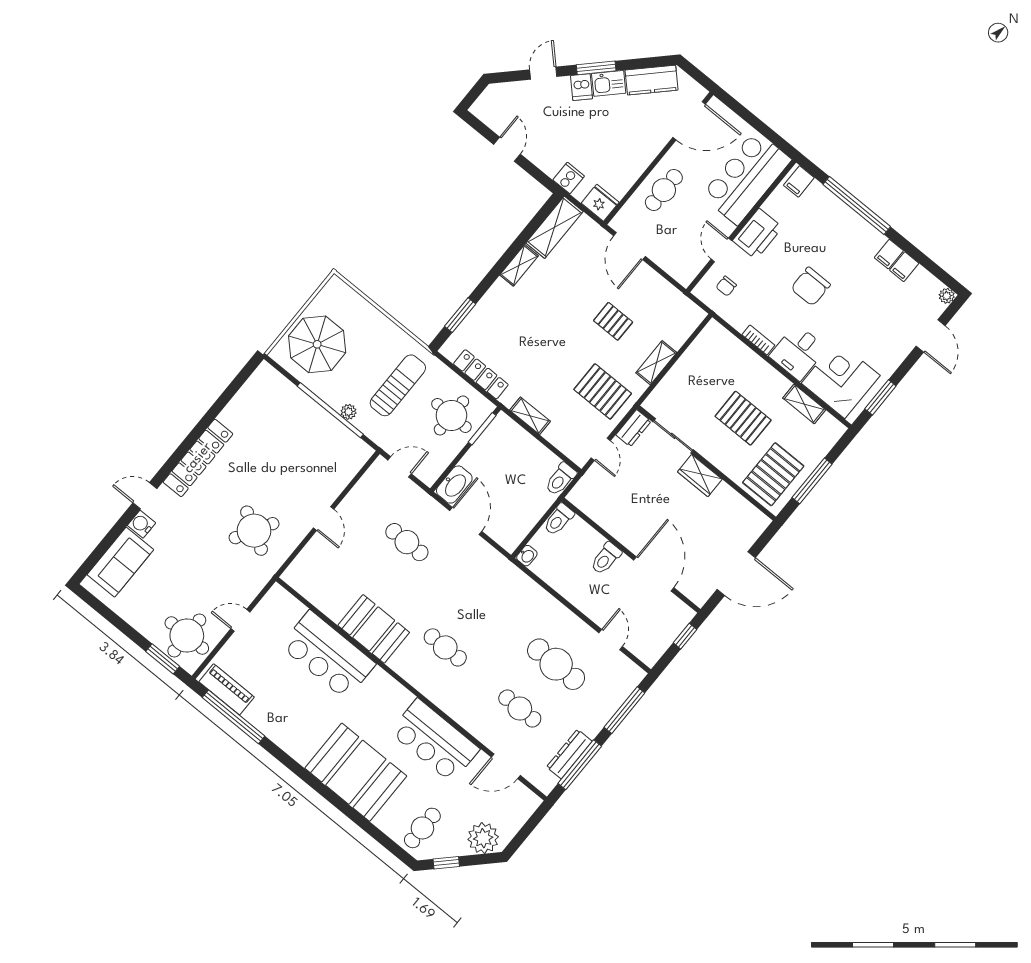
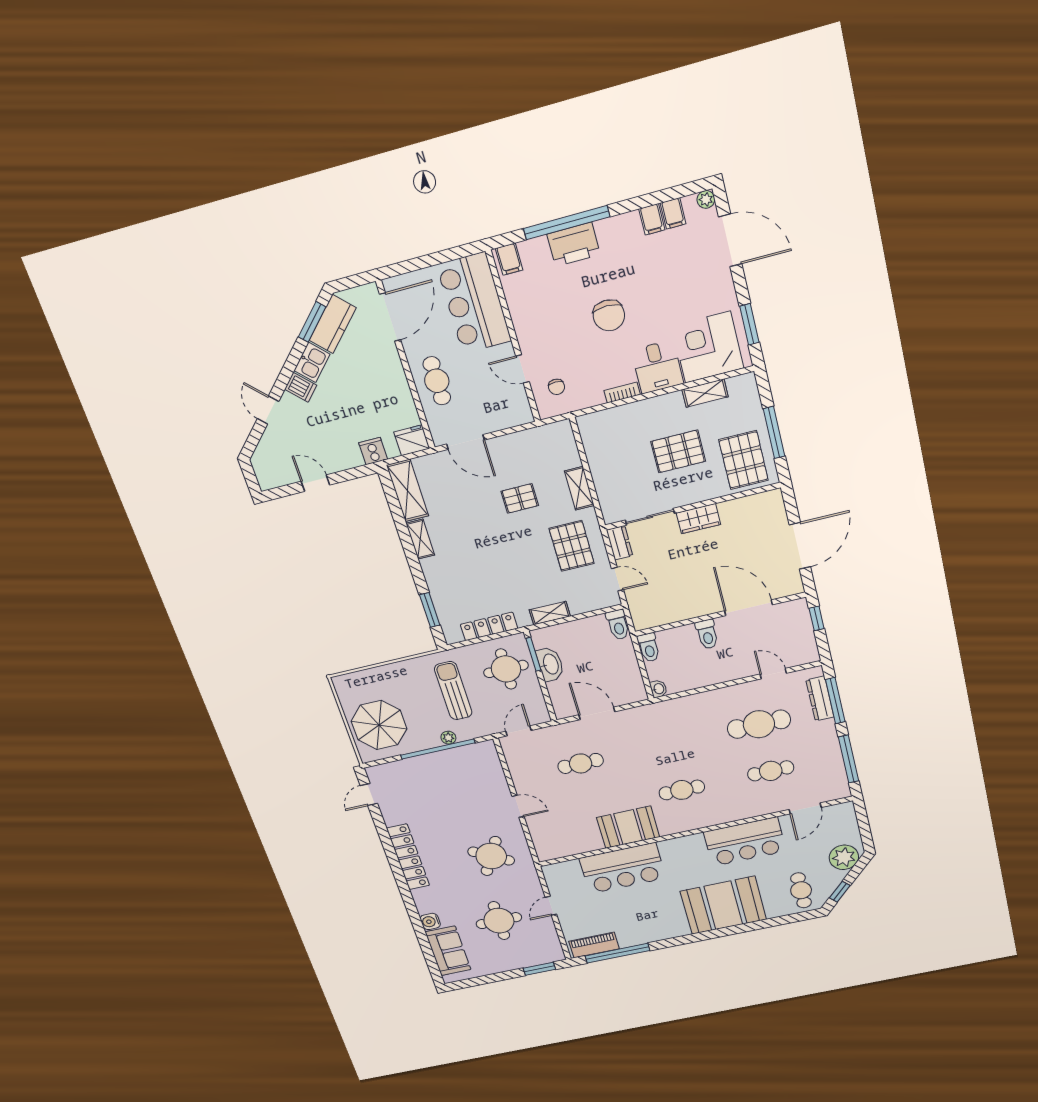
window: (596, 68) -> (312, 322), moved
printer: (758, 234) -> (574, 244), moved, turned 90
filing cabinet: (889, 254) -> (673, 213), moved
door: (931, 336) -> (730, 240), width x1.36
pallet: (603, 391) -> (572, 546), turned 90
washbasin: (454, 485) -> (550, 664), moved
door: (145, 496) -> (369, 795), moved
round table: (187, 636) -> (499, 921), moved
dresser: (569, 754) -> (820, 699), moved

